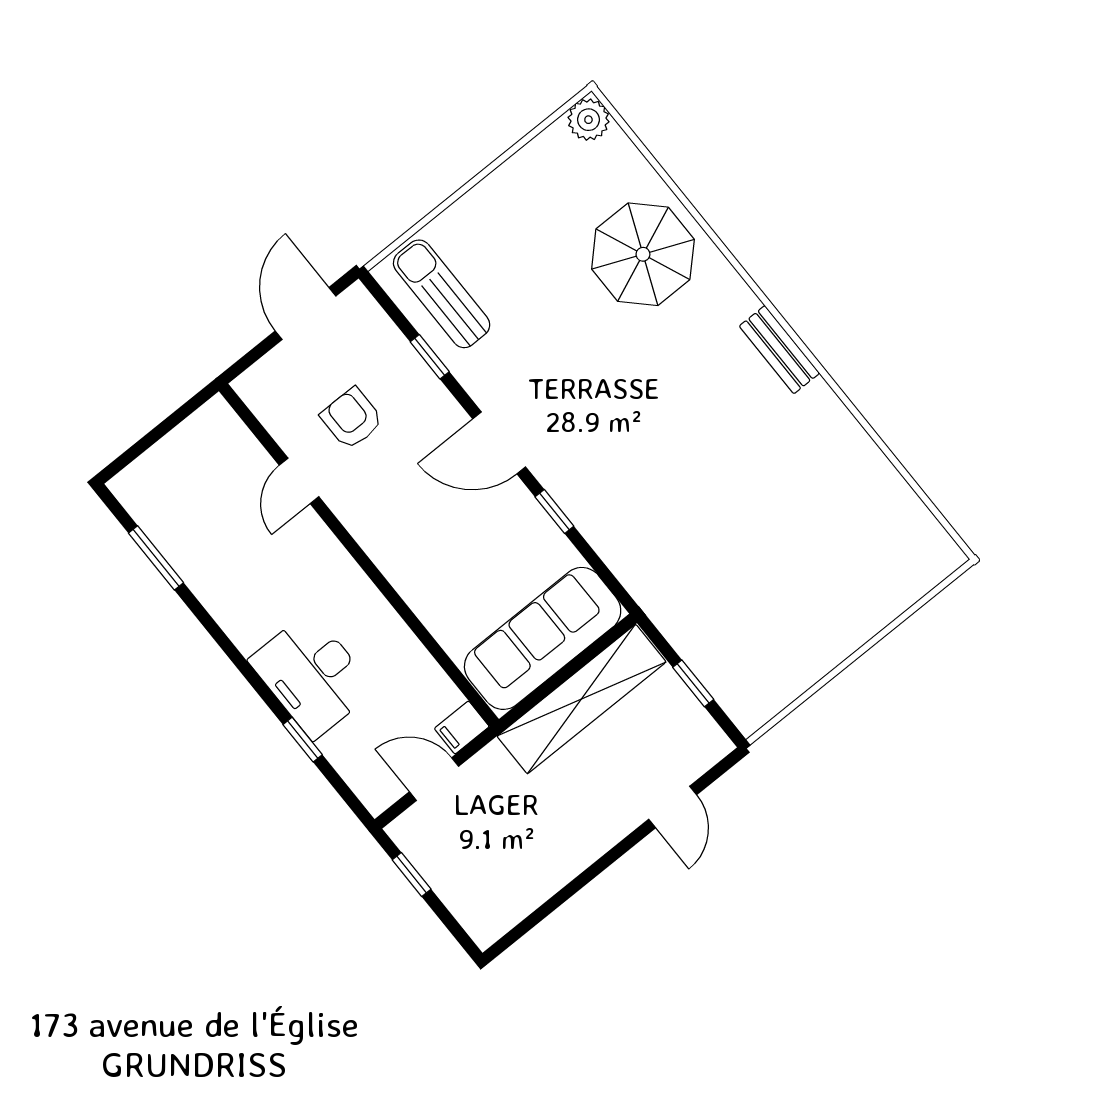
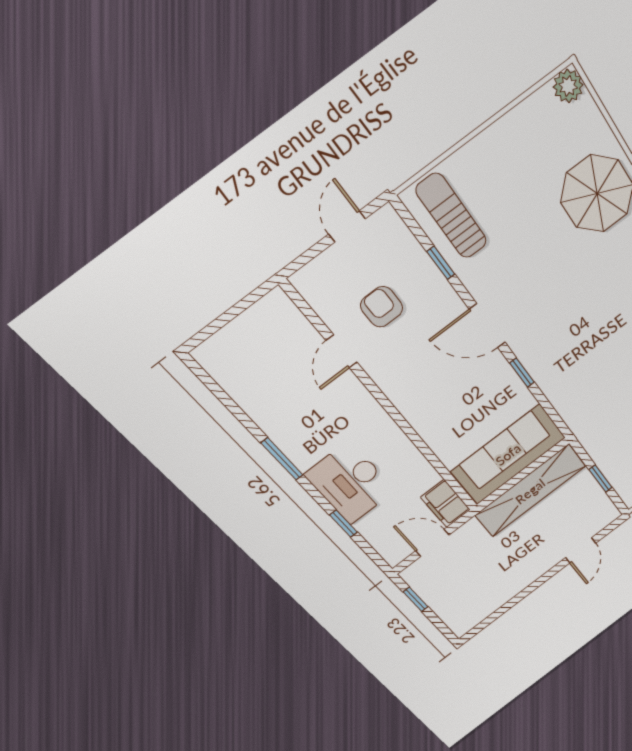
door: (306, 314) -> (347, 226), width x0.73
window: (156, 558) -> (282, 459), moved
filing cabinet: (462, 728) -> (445, 503), width x2.00

